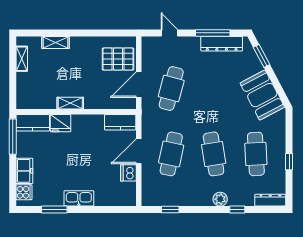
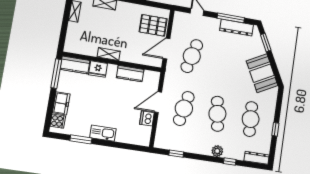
kitchen counter: (120, 122) -> (130, 74), moved

